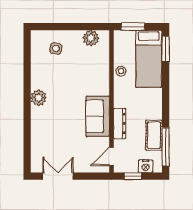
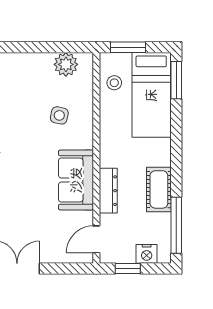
side table: (56, 49) -> (59, 115), moved
stool: (121, 71) -> (114, 83), moved
cot: (154, 135) -> (159, 189), moved

